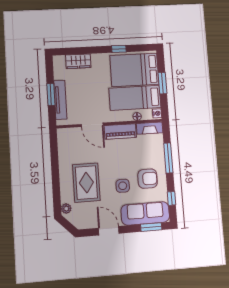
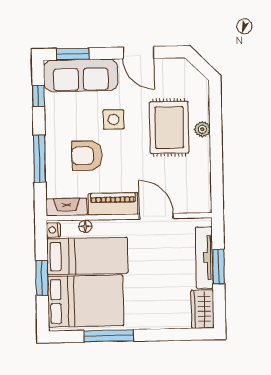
window: (119, 49) -> (109, 336), width x2.17
wardrobe: (78, 61) -> (202, 309), moved, turned -90
armchair: (148, 179) -> (87, 156), moved
plant: (66, 209) -> (202, 129), moved

